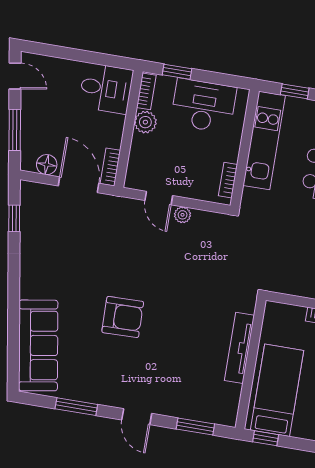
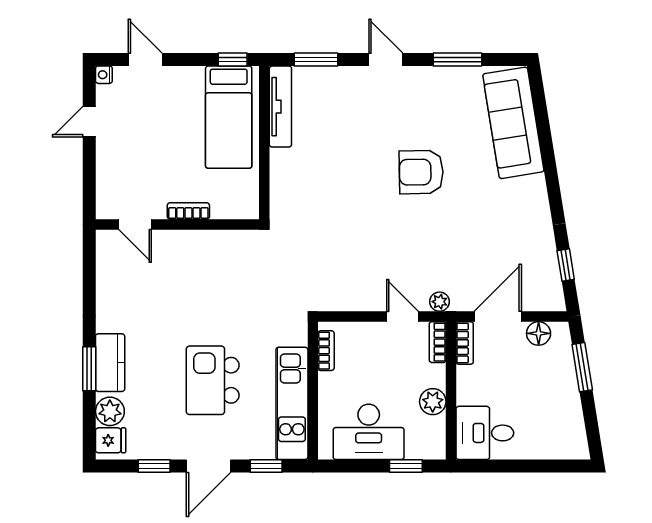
door: (15, 76) -> (592, 430), removed
bookcase: (146, 91) -> (438, 342), moved
door: (79, 185) -> (498, 316), swing flipped
plant: (183, 215) -> (440, 302), moved
tv unit: (239, 348) -> (280, 107), moved

